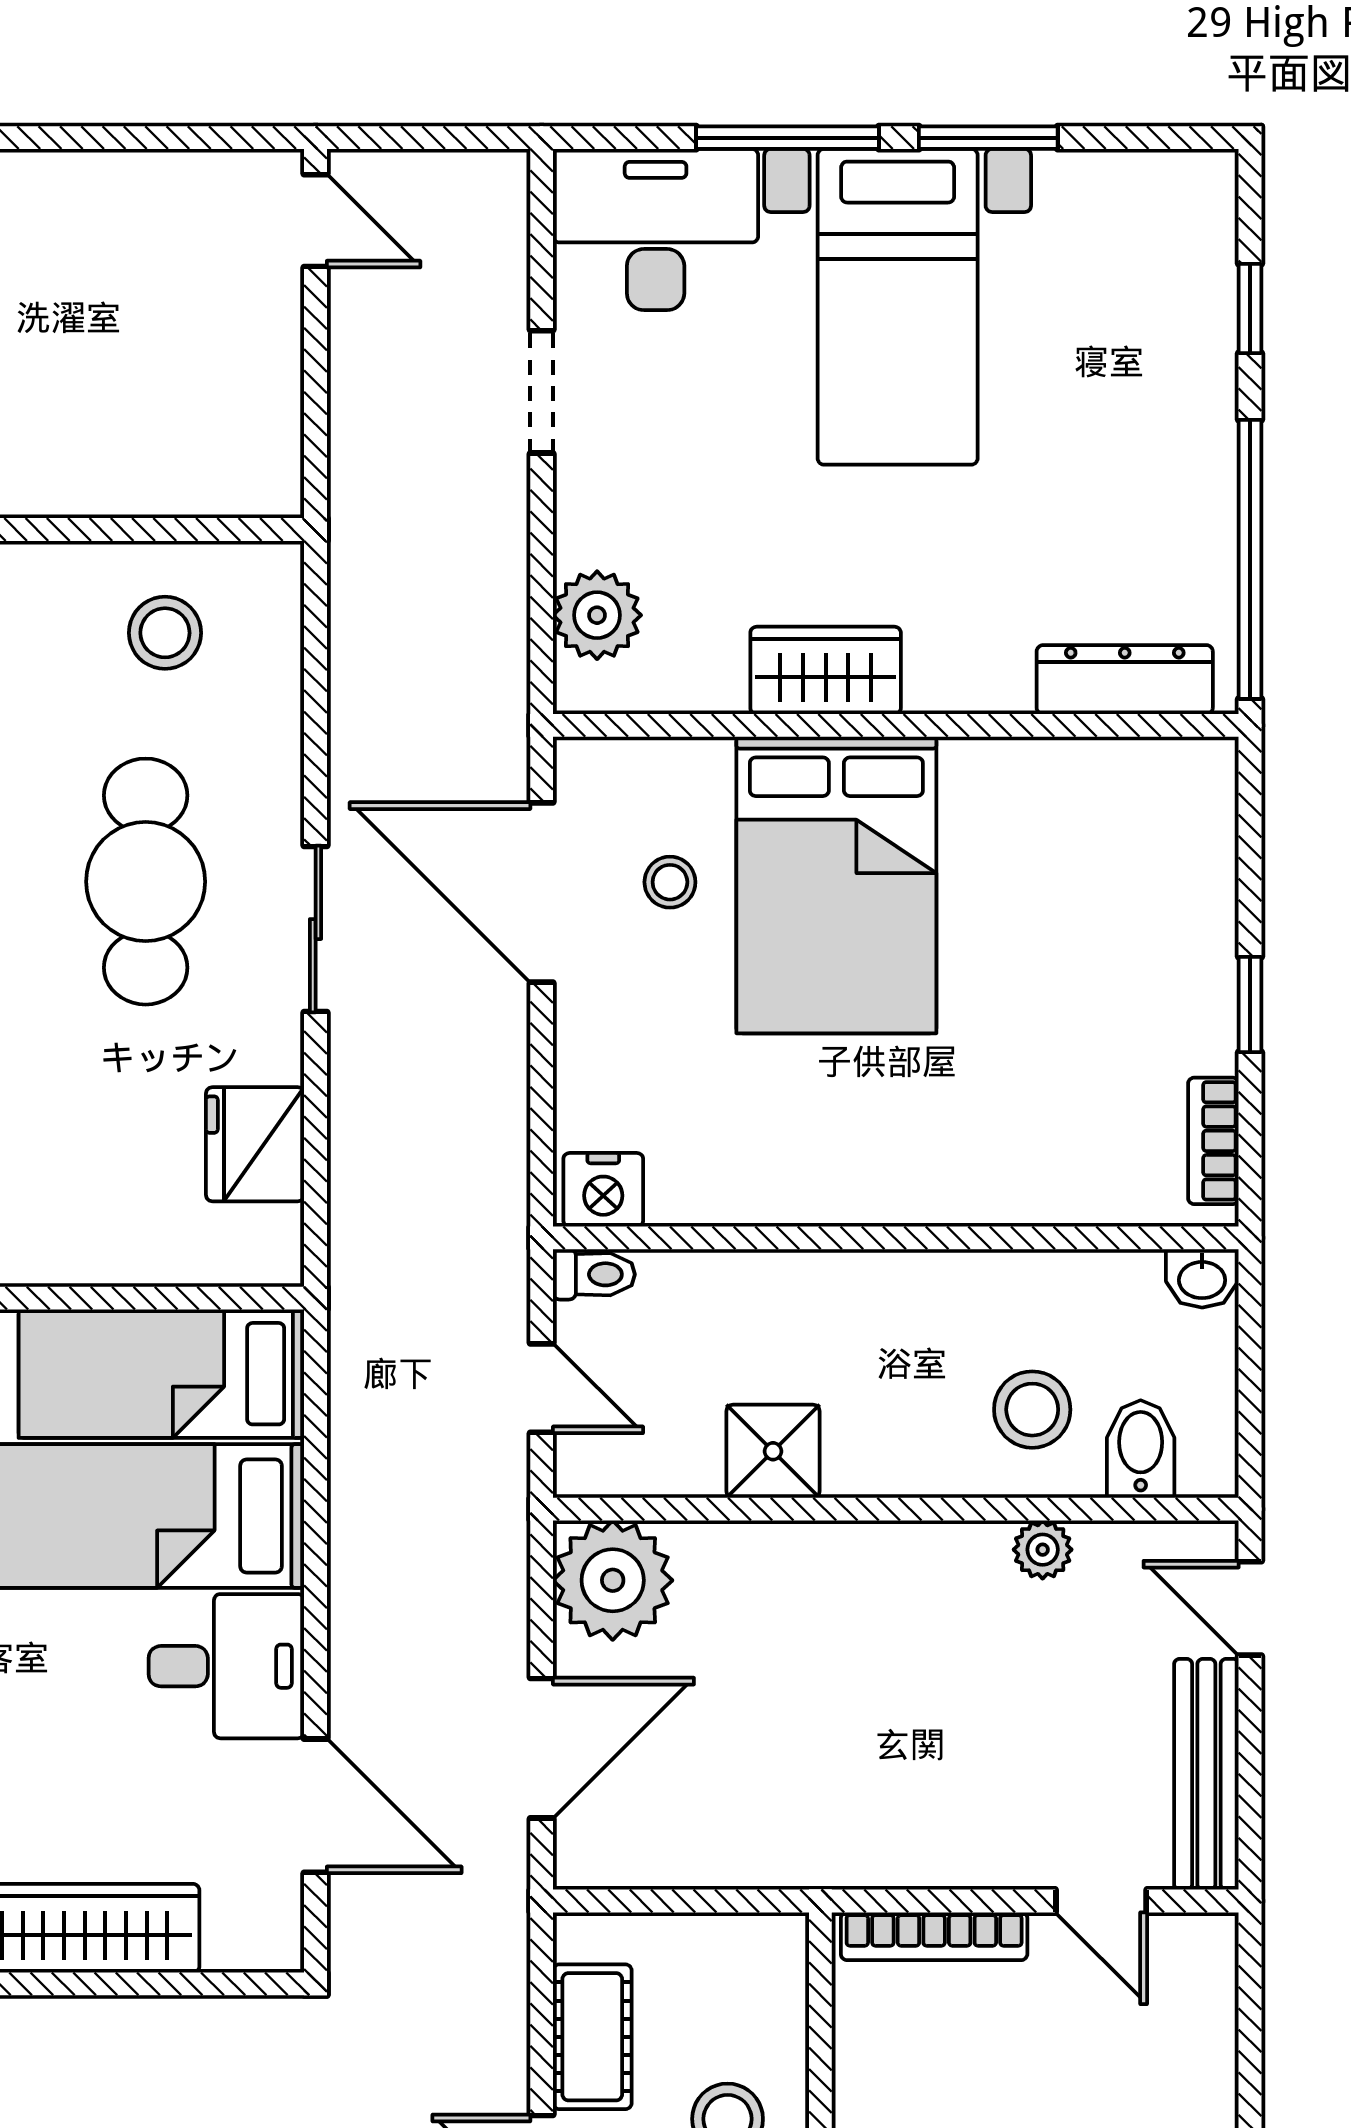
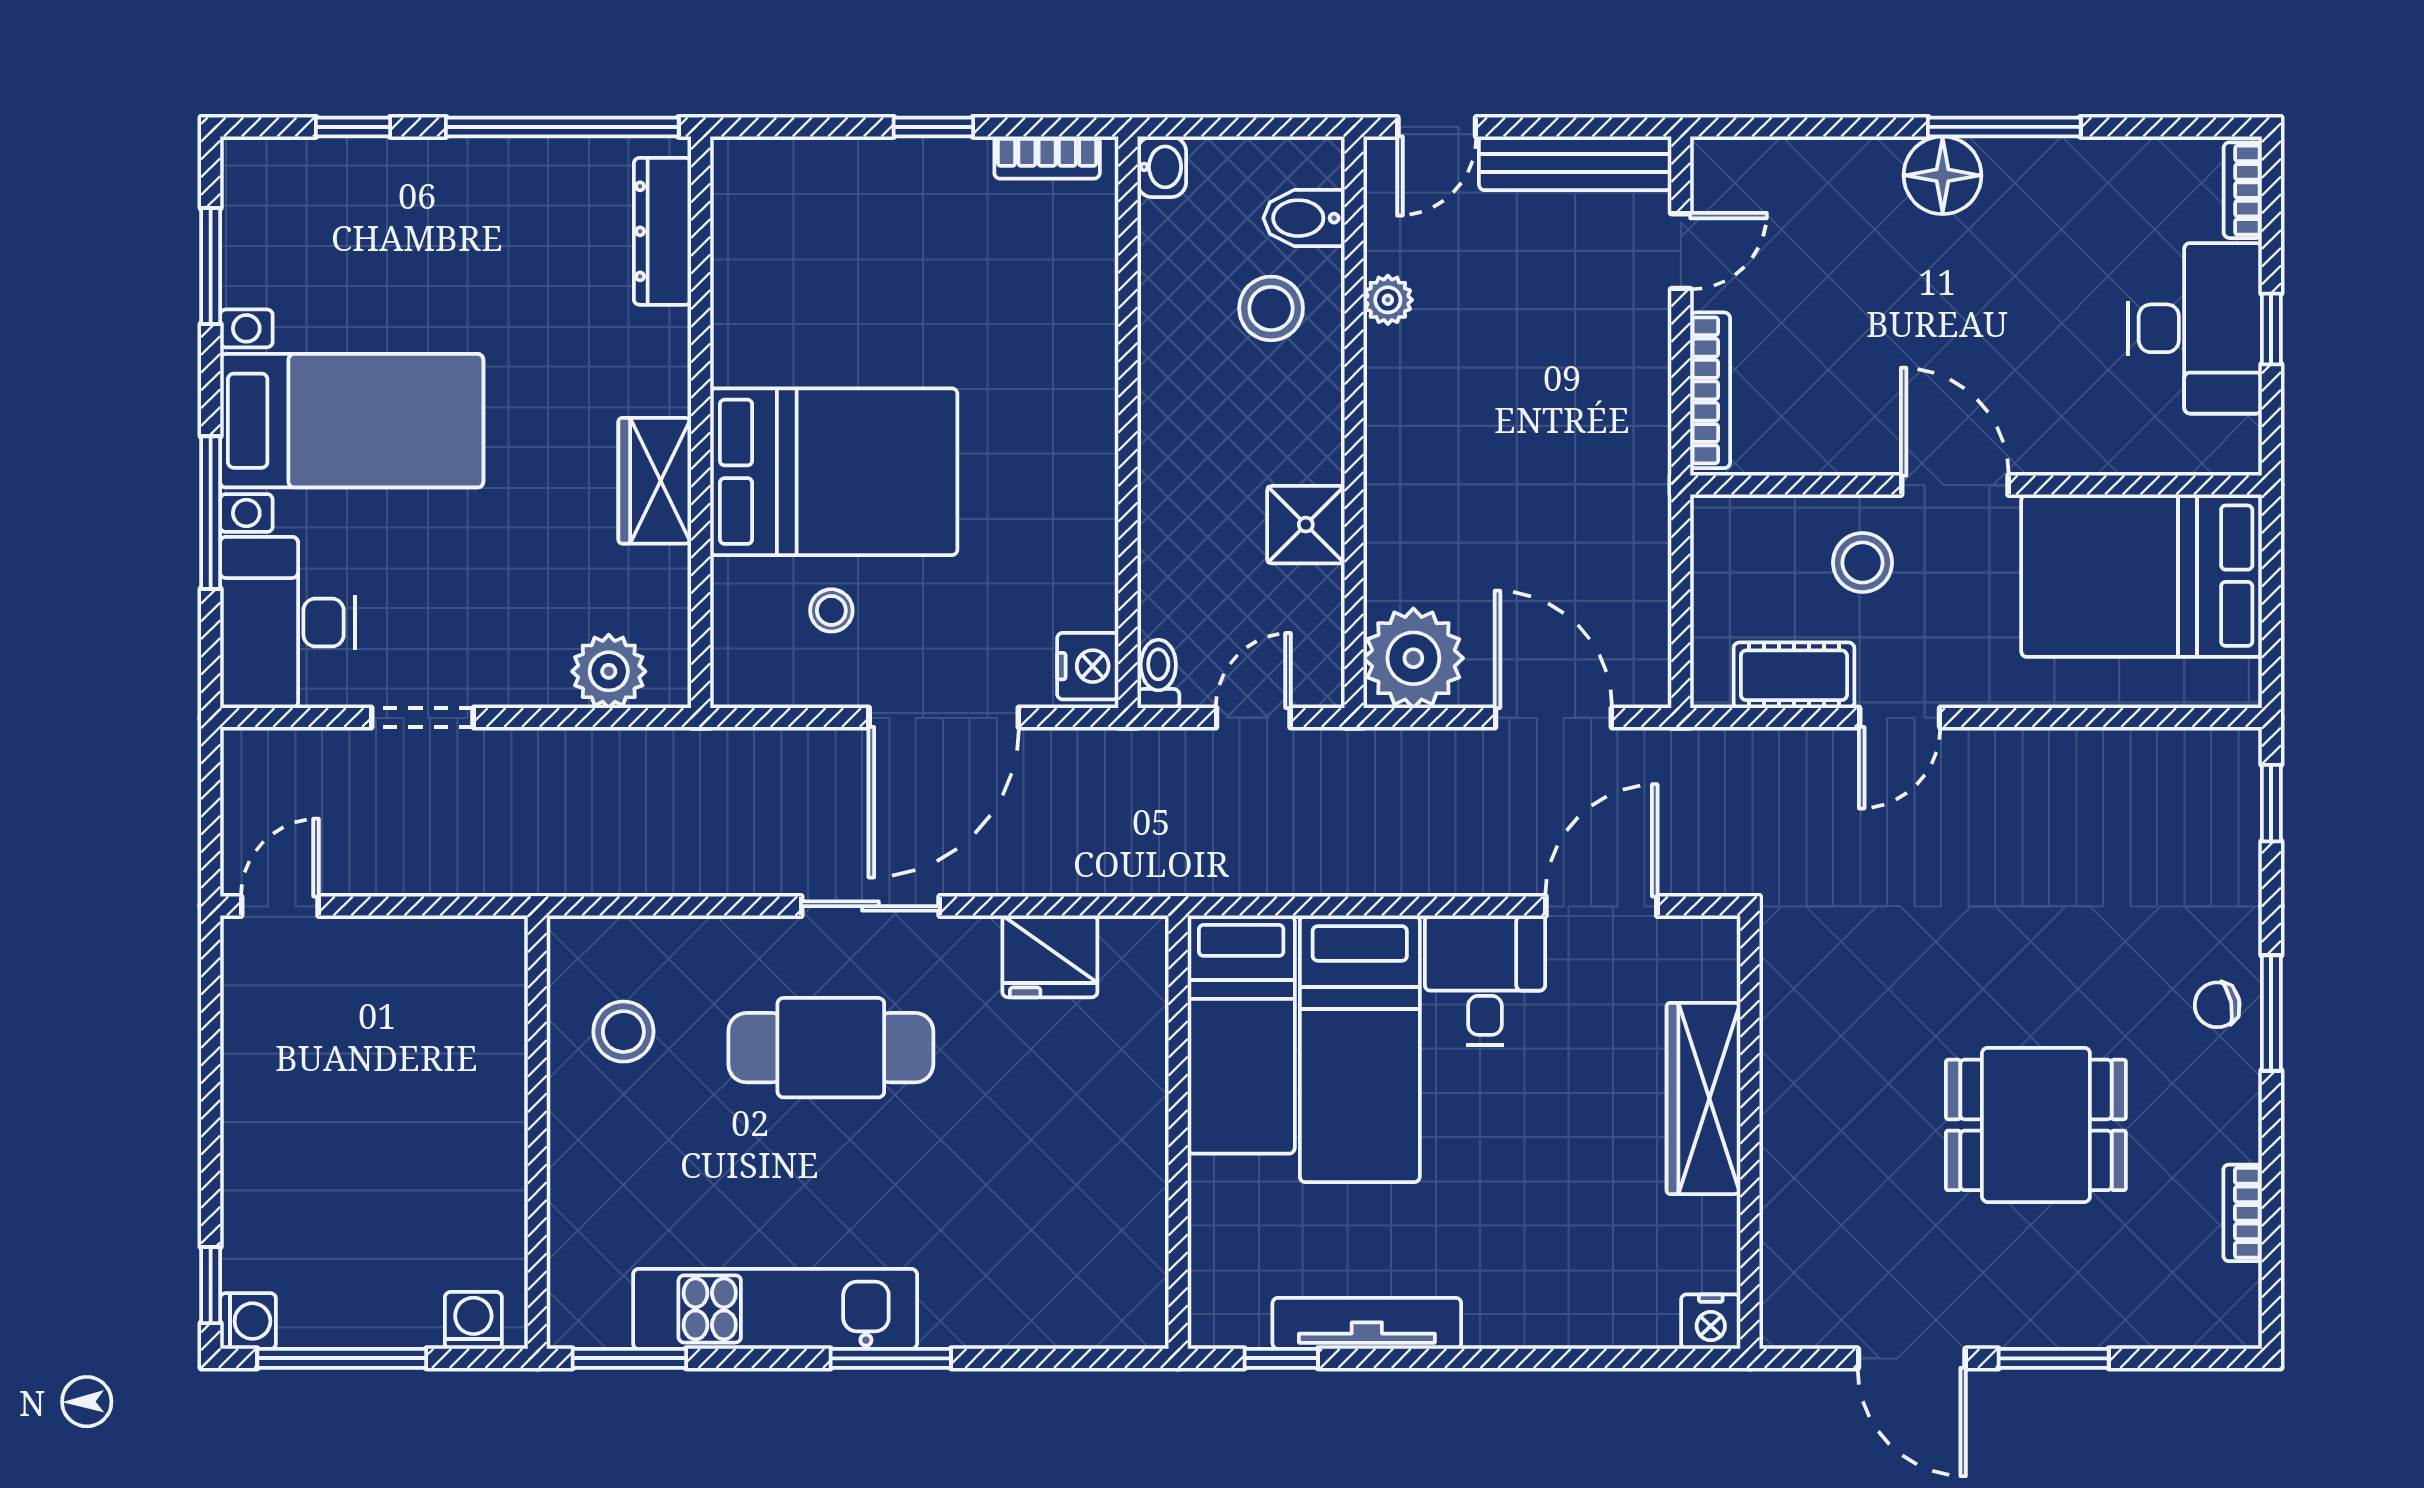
window: (988, 138) -> (211, 266), moved
door: (542, 893) -> (944, 718), moved

